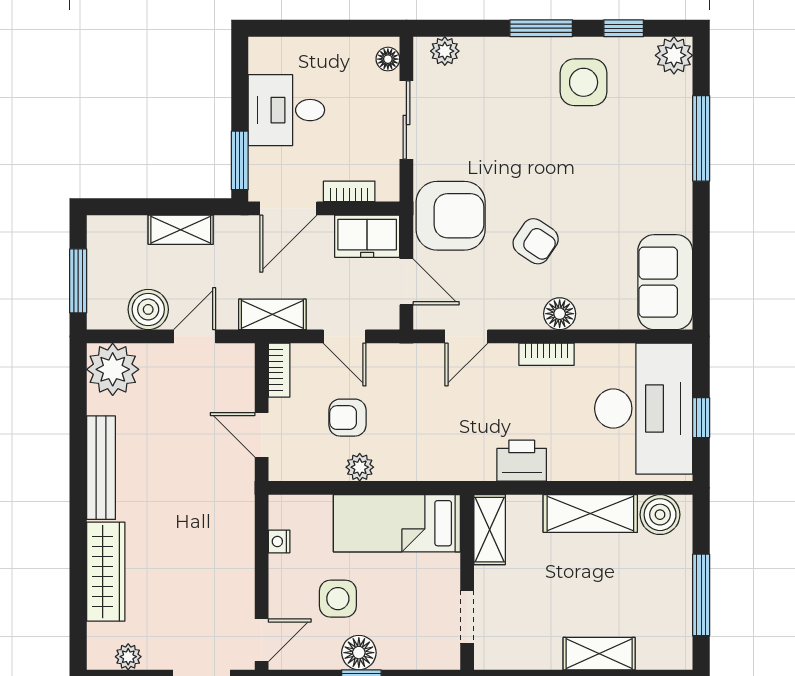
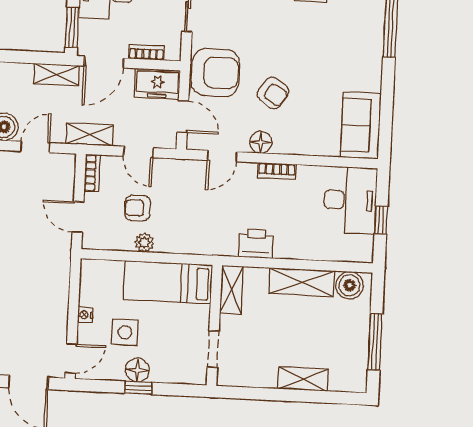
shelving: (181, 230) -> (56, 74), moved
floor lamp: (560, 314) -> (261, 142), moved
desk: (644, 409) -> (350, 200), width x0.73, depth x0.77
nightstand: (279, 541) -> (85, 315), moved

